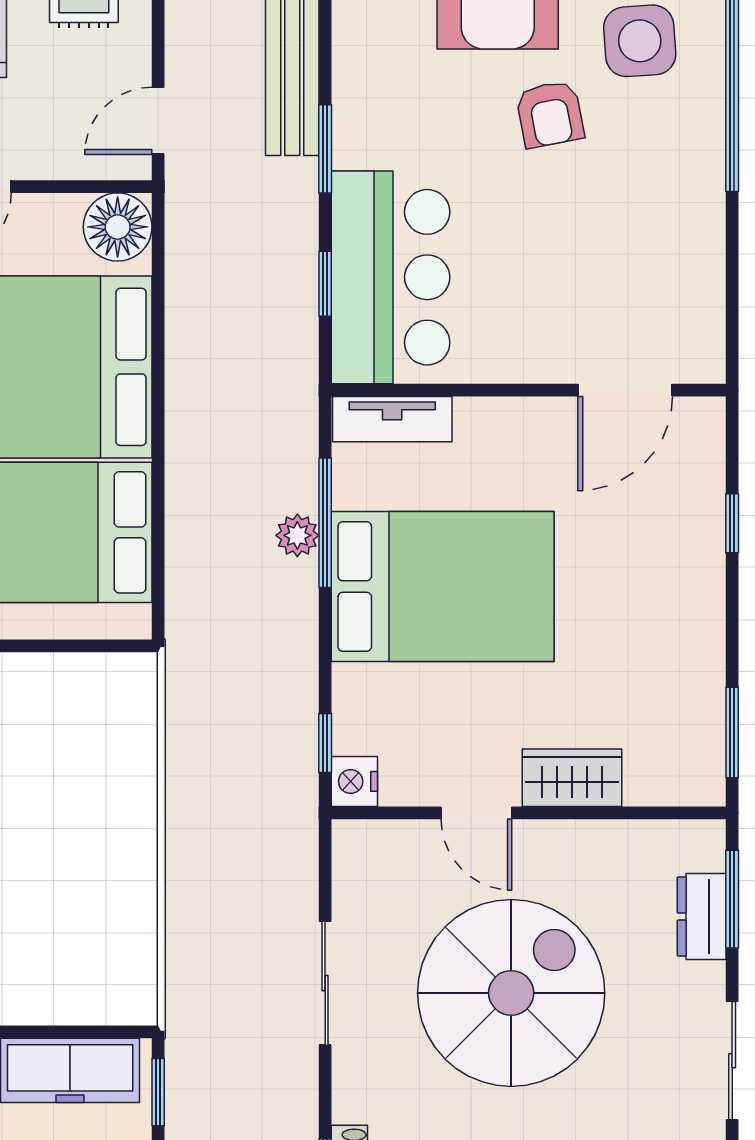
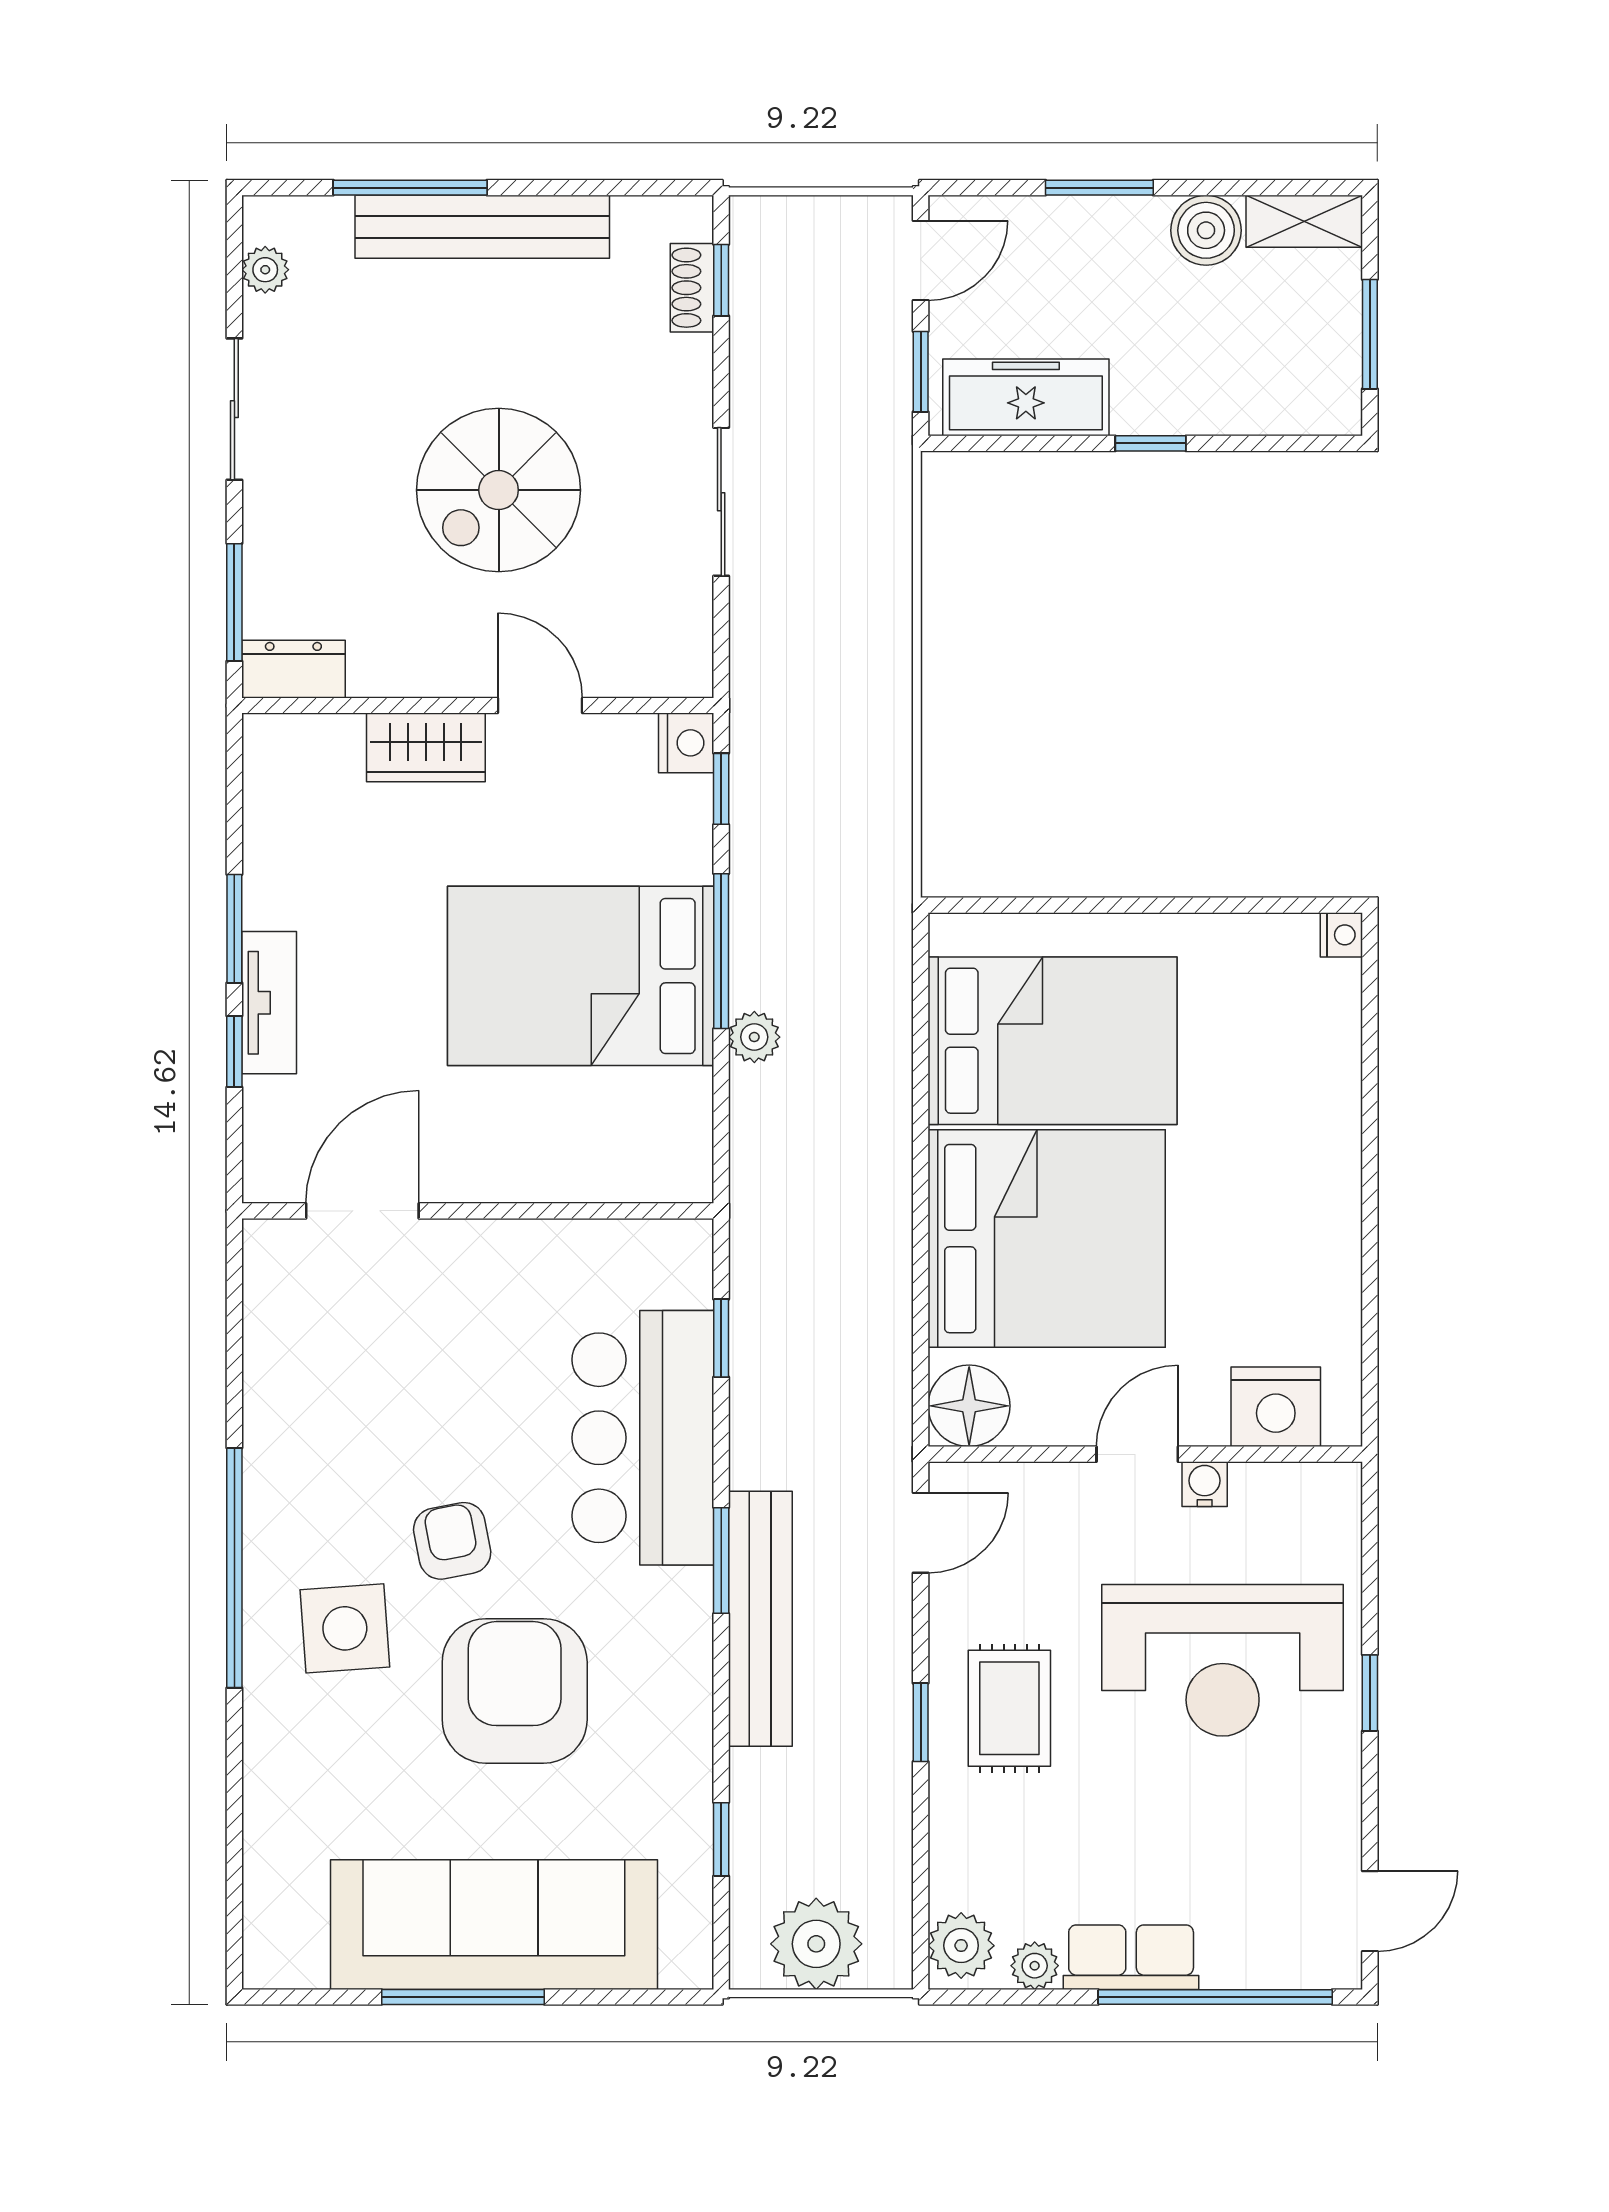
window: (325, 149) -> (721, 1561), moved
bar counter: (391, 277) -> (643, 1438), moved
tv unit: (392, 419) -> (269, 1003), moved, turned 90
window: (325, 523) -> (721, 951), moved
window: (732, 733) -> (234, 929), moved
dresser: (702, 917) -> (293, 669), moved, turned -90
spiral stairs: (511, 993) -> (499, 490), width x0.73, depth x0.73

